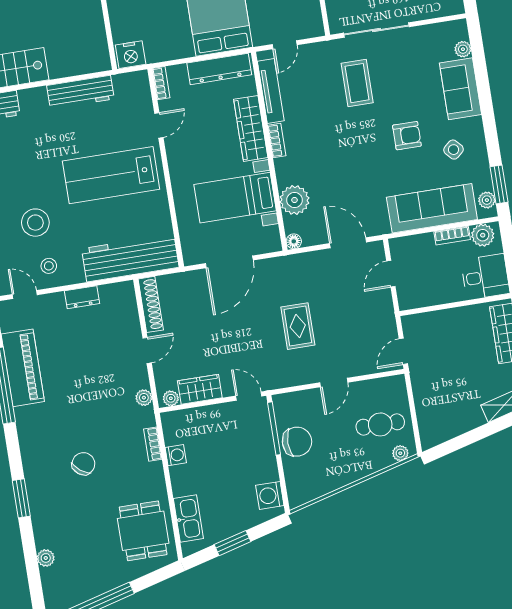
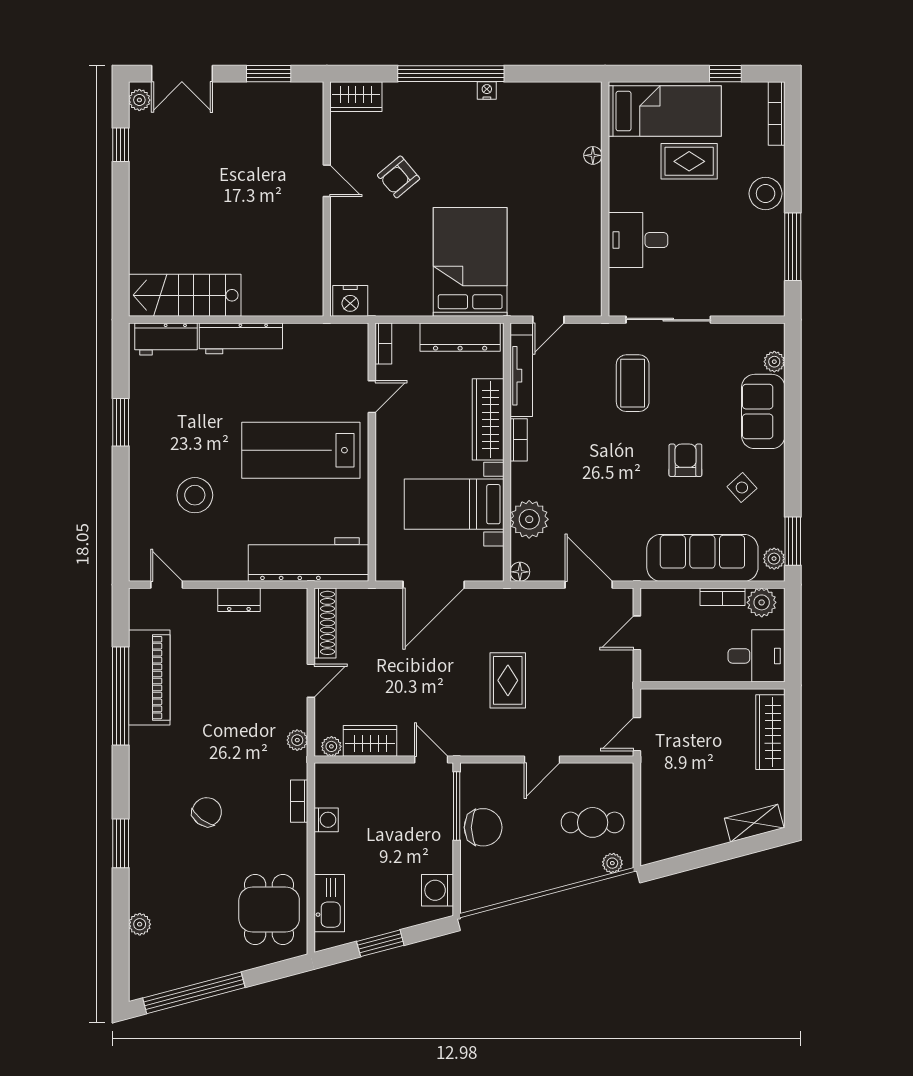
workbench: (80, 92) -> (241, 338), moved
armchair: (407, 136) -> (685, 460), turned -90
stool: (49, 266) -> (203, 553), removed

